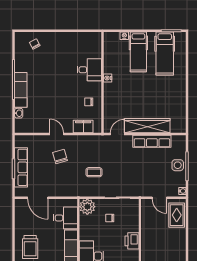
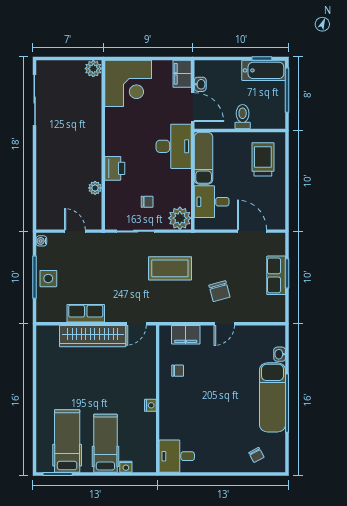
desk: (89, 70) -> (177, 456), moved
exam couch: (21, 90) -> (272, 397), width x1.36, depth x1.45
door: (57, 134) -> (224, 324), hinge flipped
row of seats: (152, 141) -> (86, 313), width x0.68
row of seats: (21, 167) -> (276, 275), width x0.68
coffee table: (94, 172) -> (170, 268), width x1.86, depth x1.72
rug: (177, 215) -> (50, 206), removed
plant: (146, 227) -> (95, 188), added

